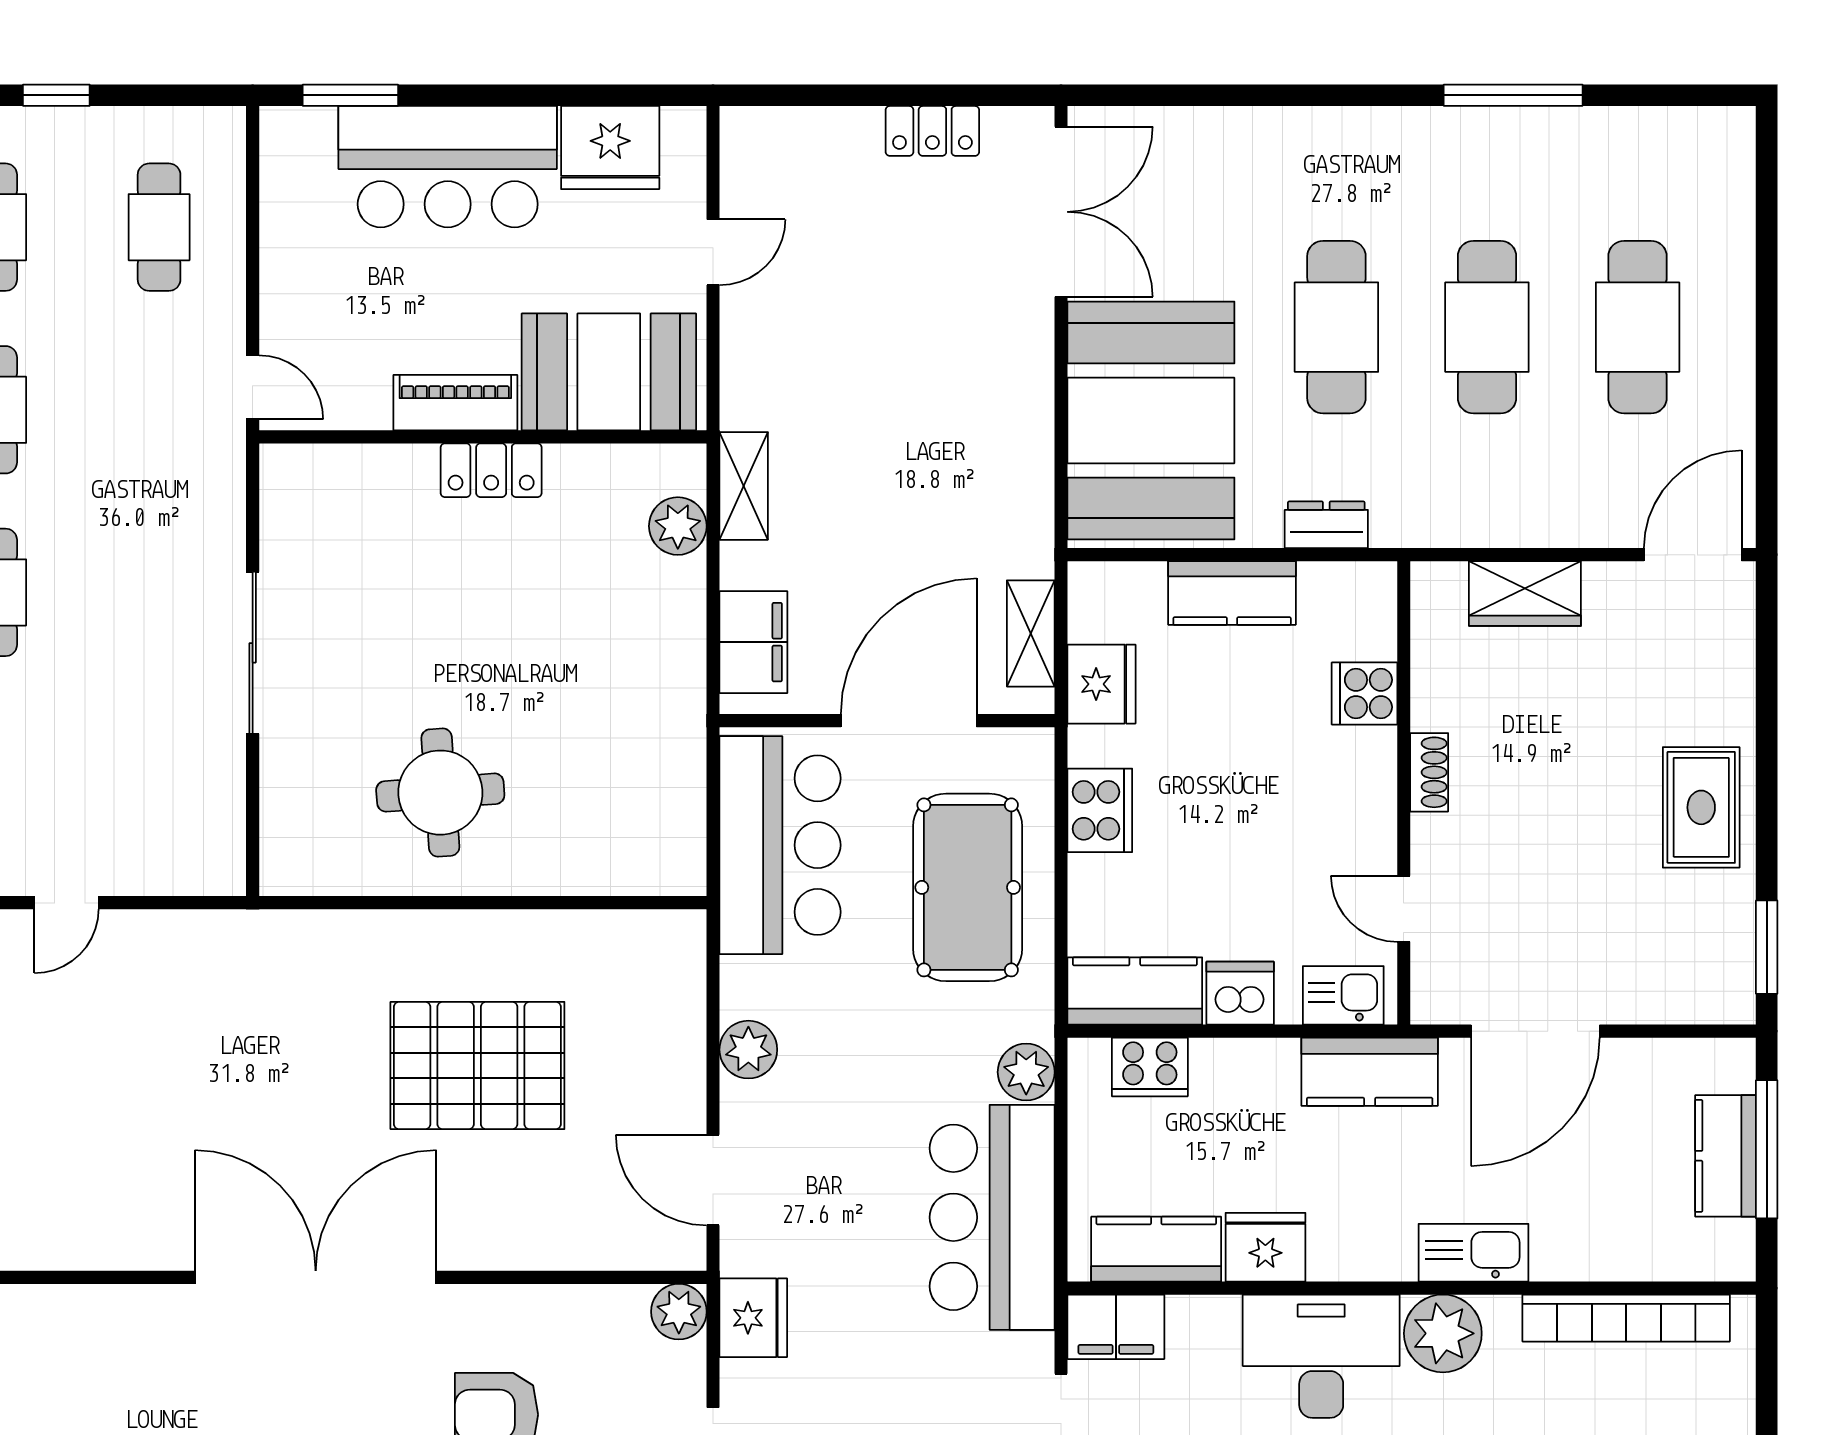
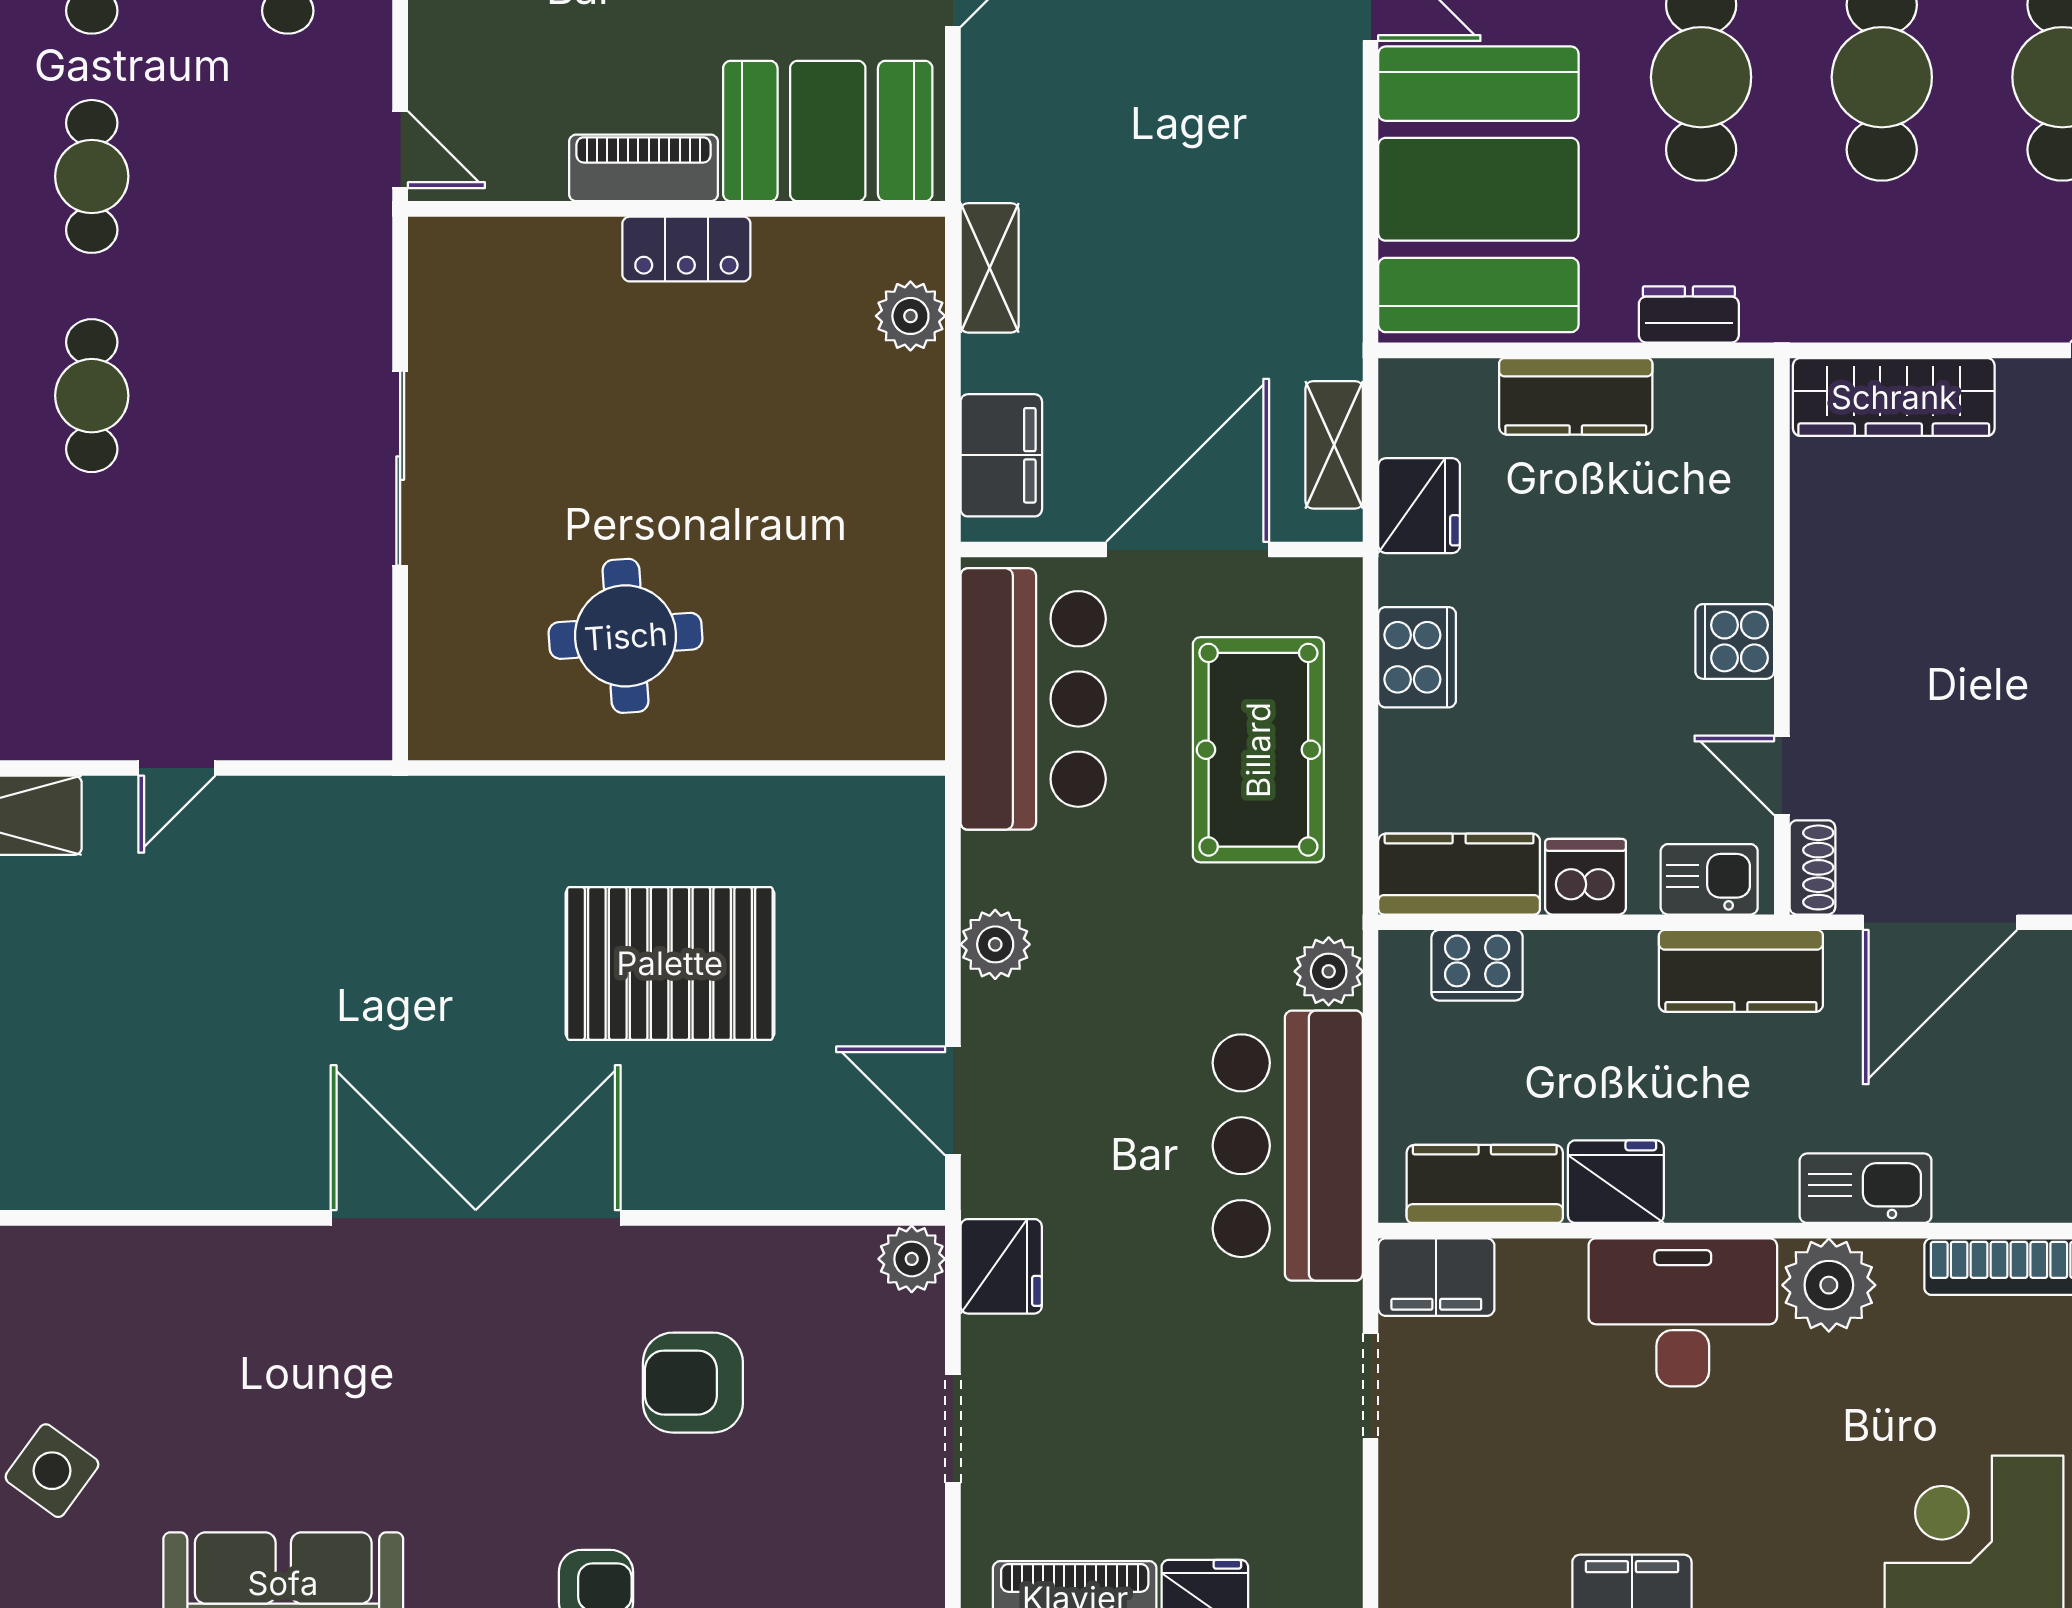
wardrobe: (1525, 594) -> (1894, 397), width x1.50
cooker: (1364, 693) -> (1735, 641), moved
shoe rack: (1429, 772) -> (1812, 867), moved

